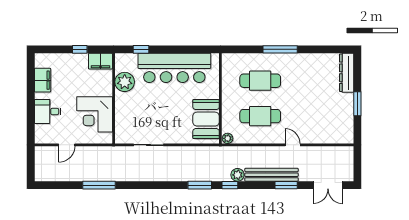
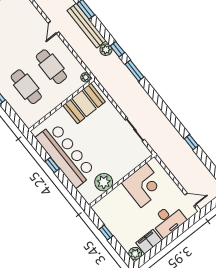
window: (141, 49) -> (52, 165), moved
plant: (41, 60) -> (135, 254), added
filing cabinet: (100, 61) -> (103, 211), removed
desk: (48, 111) -> (168, 220), width x1.37
door: (67, 145) -> (191, 200), moved
window: (99, 185) -> (191, 142), width x0.46

